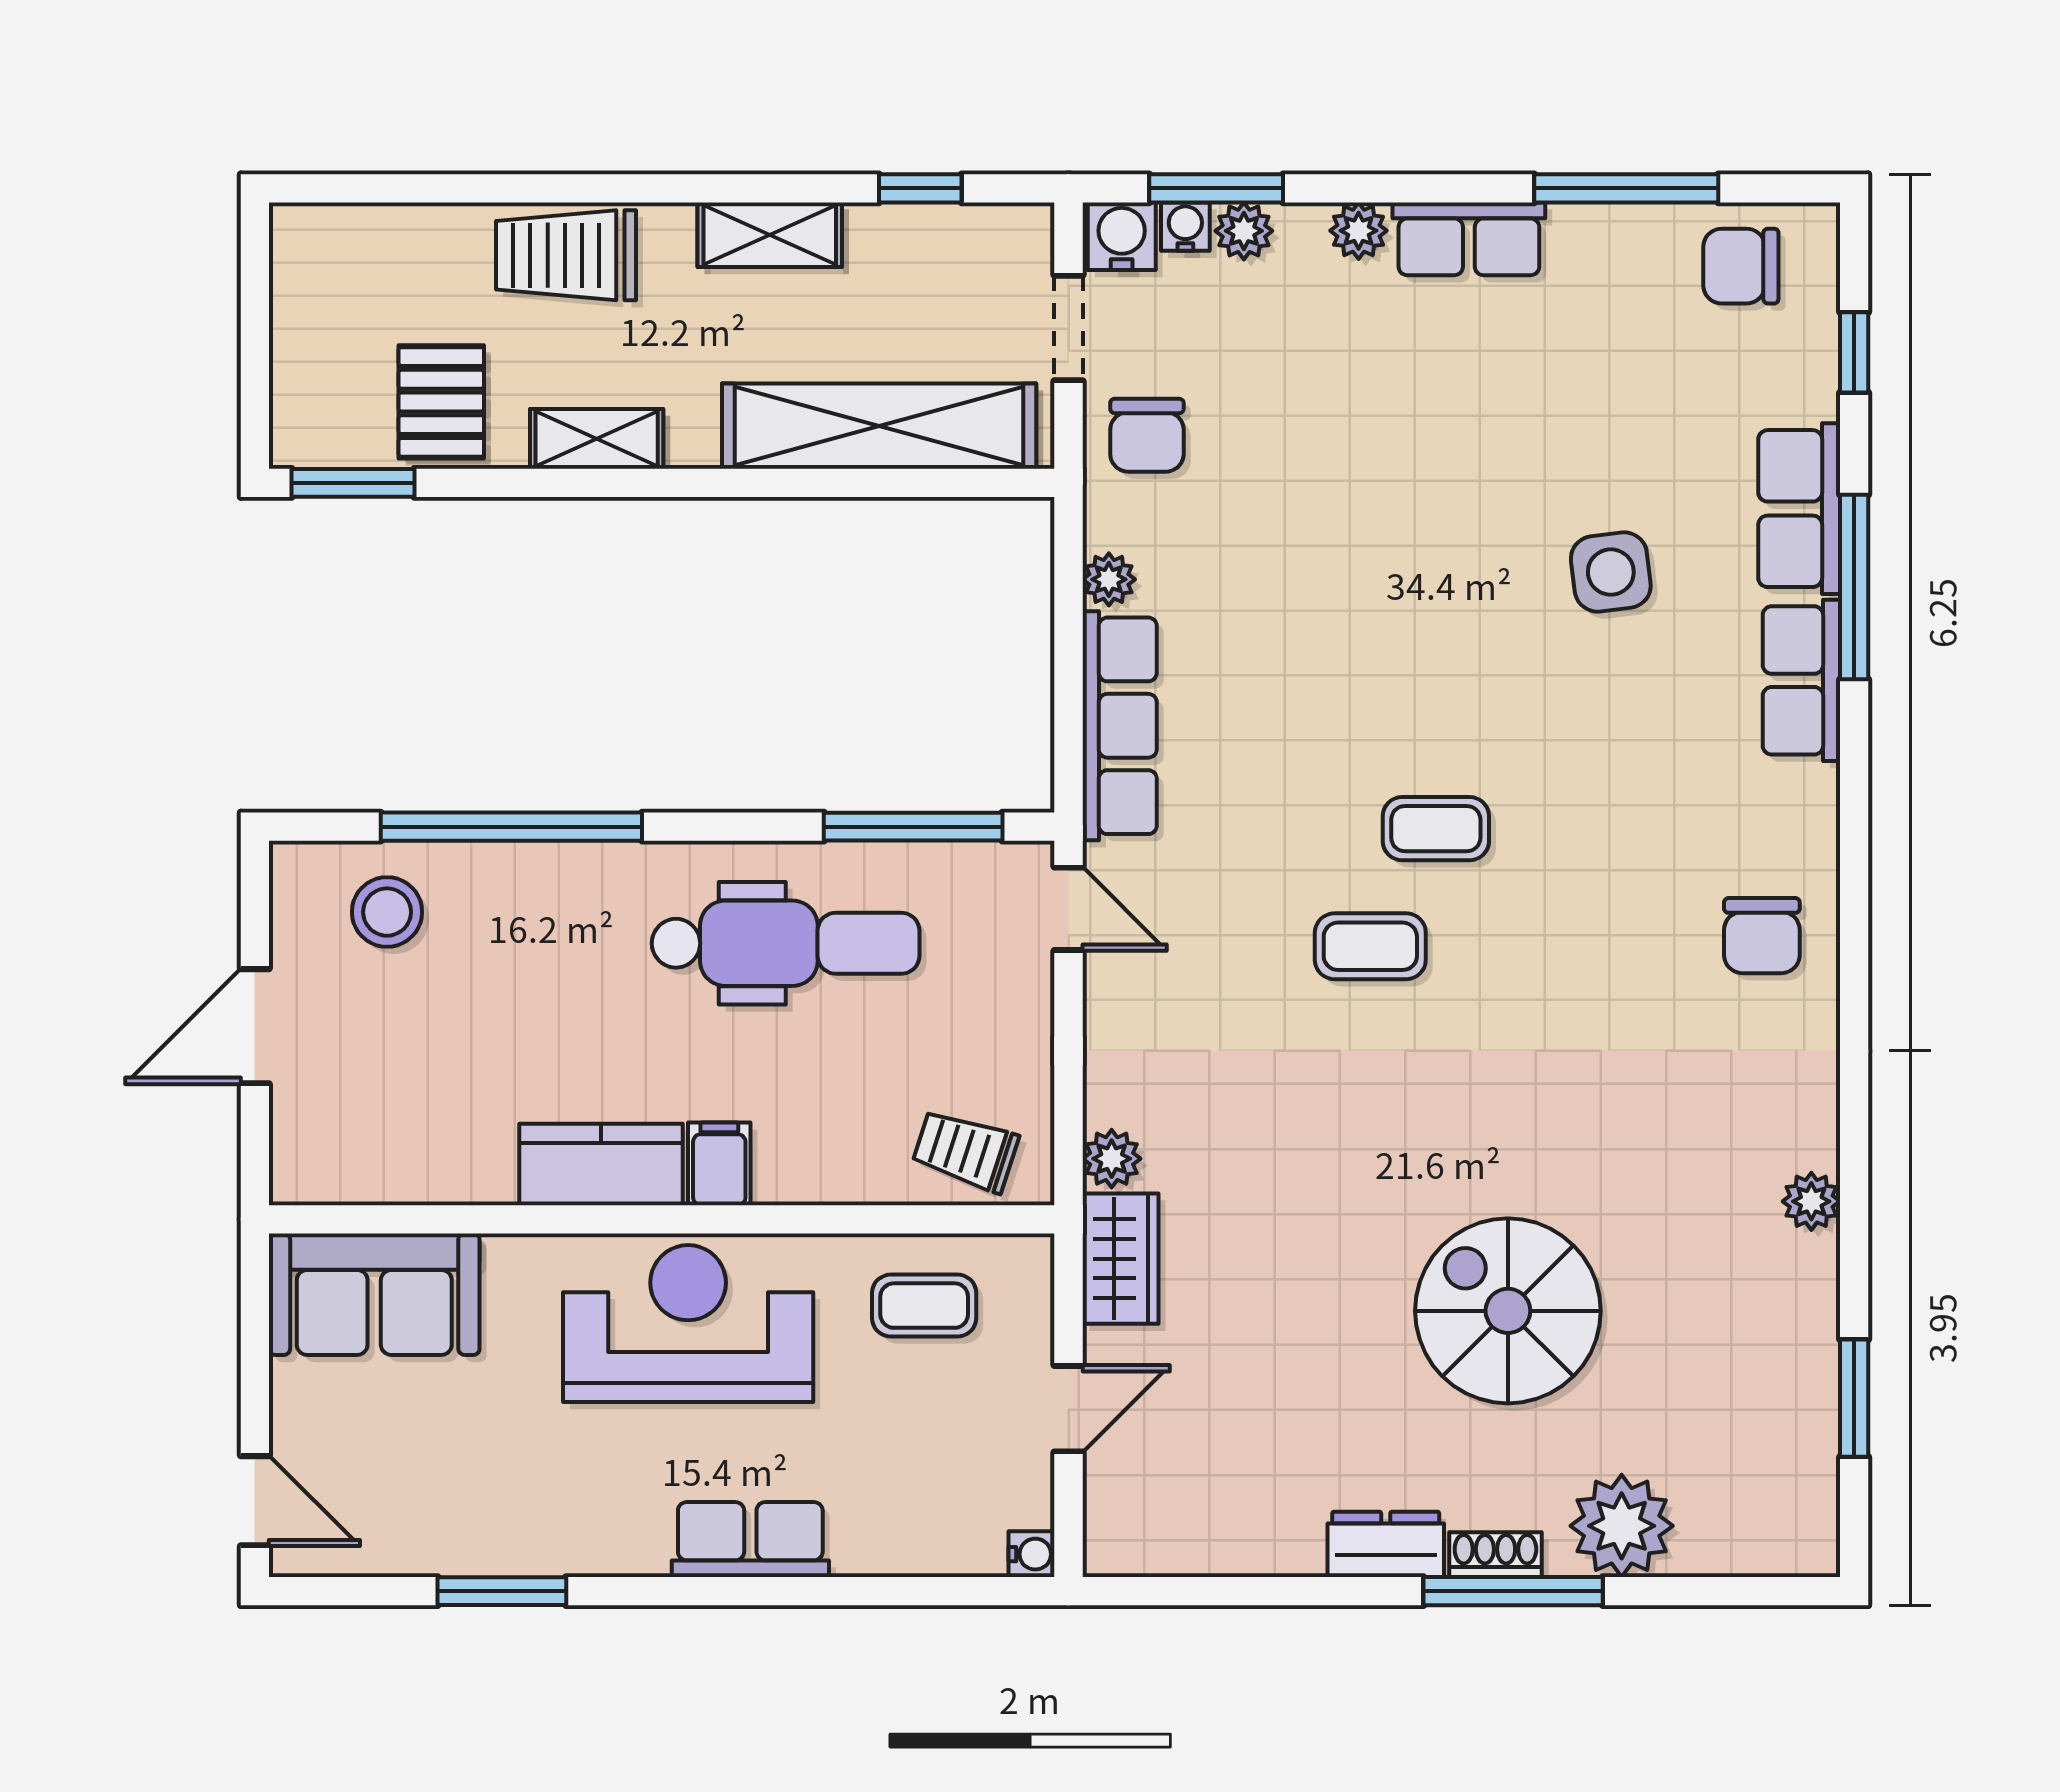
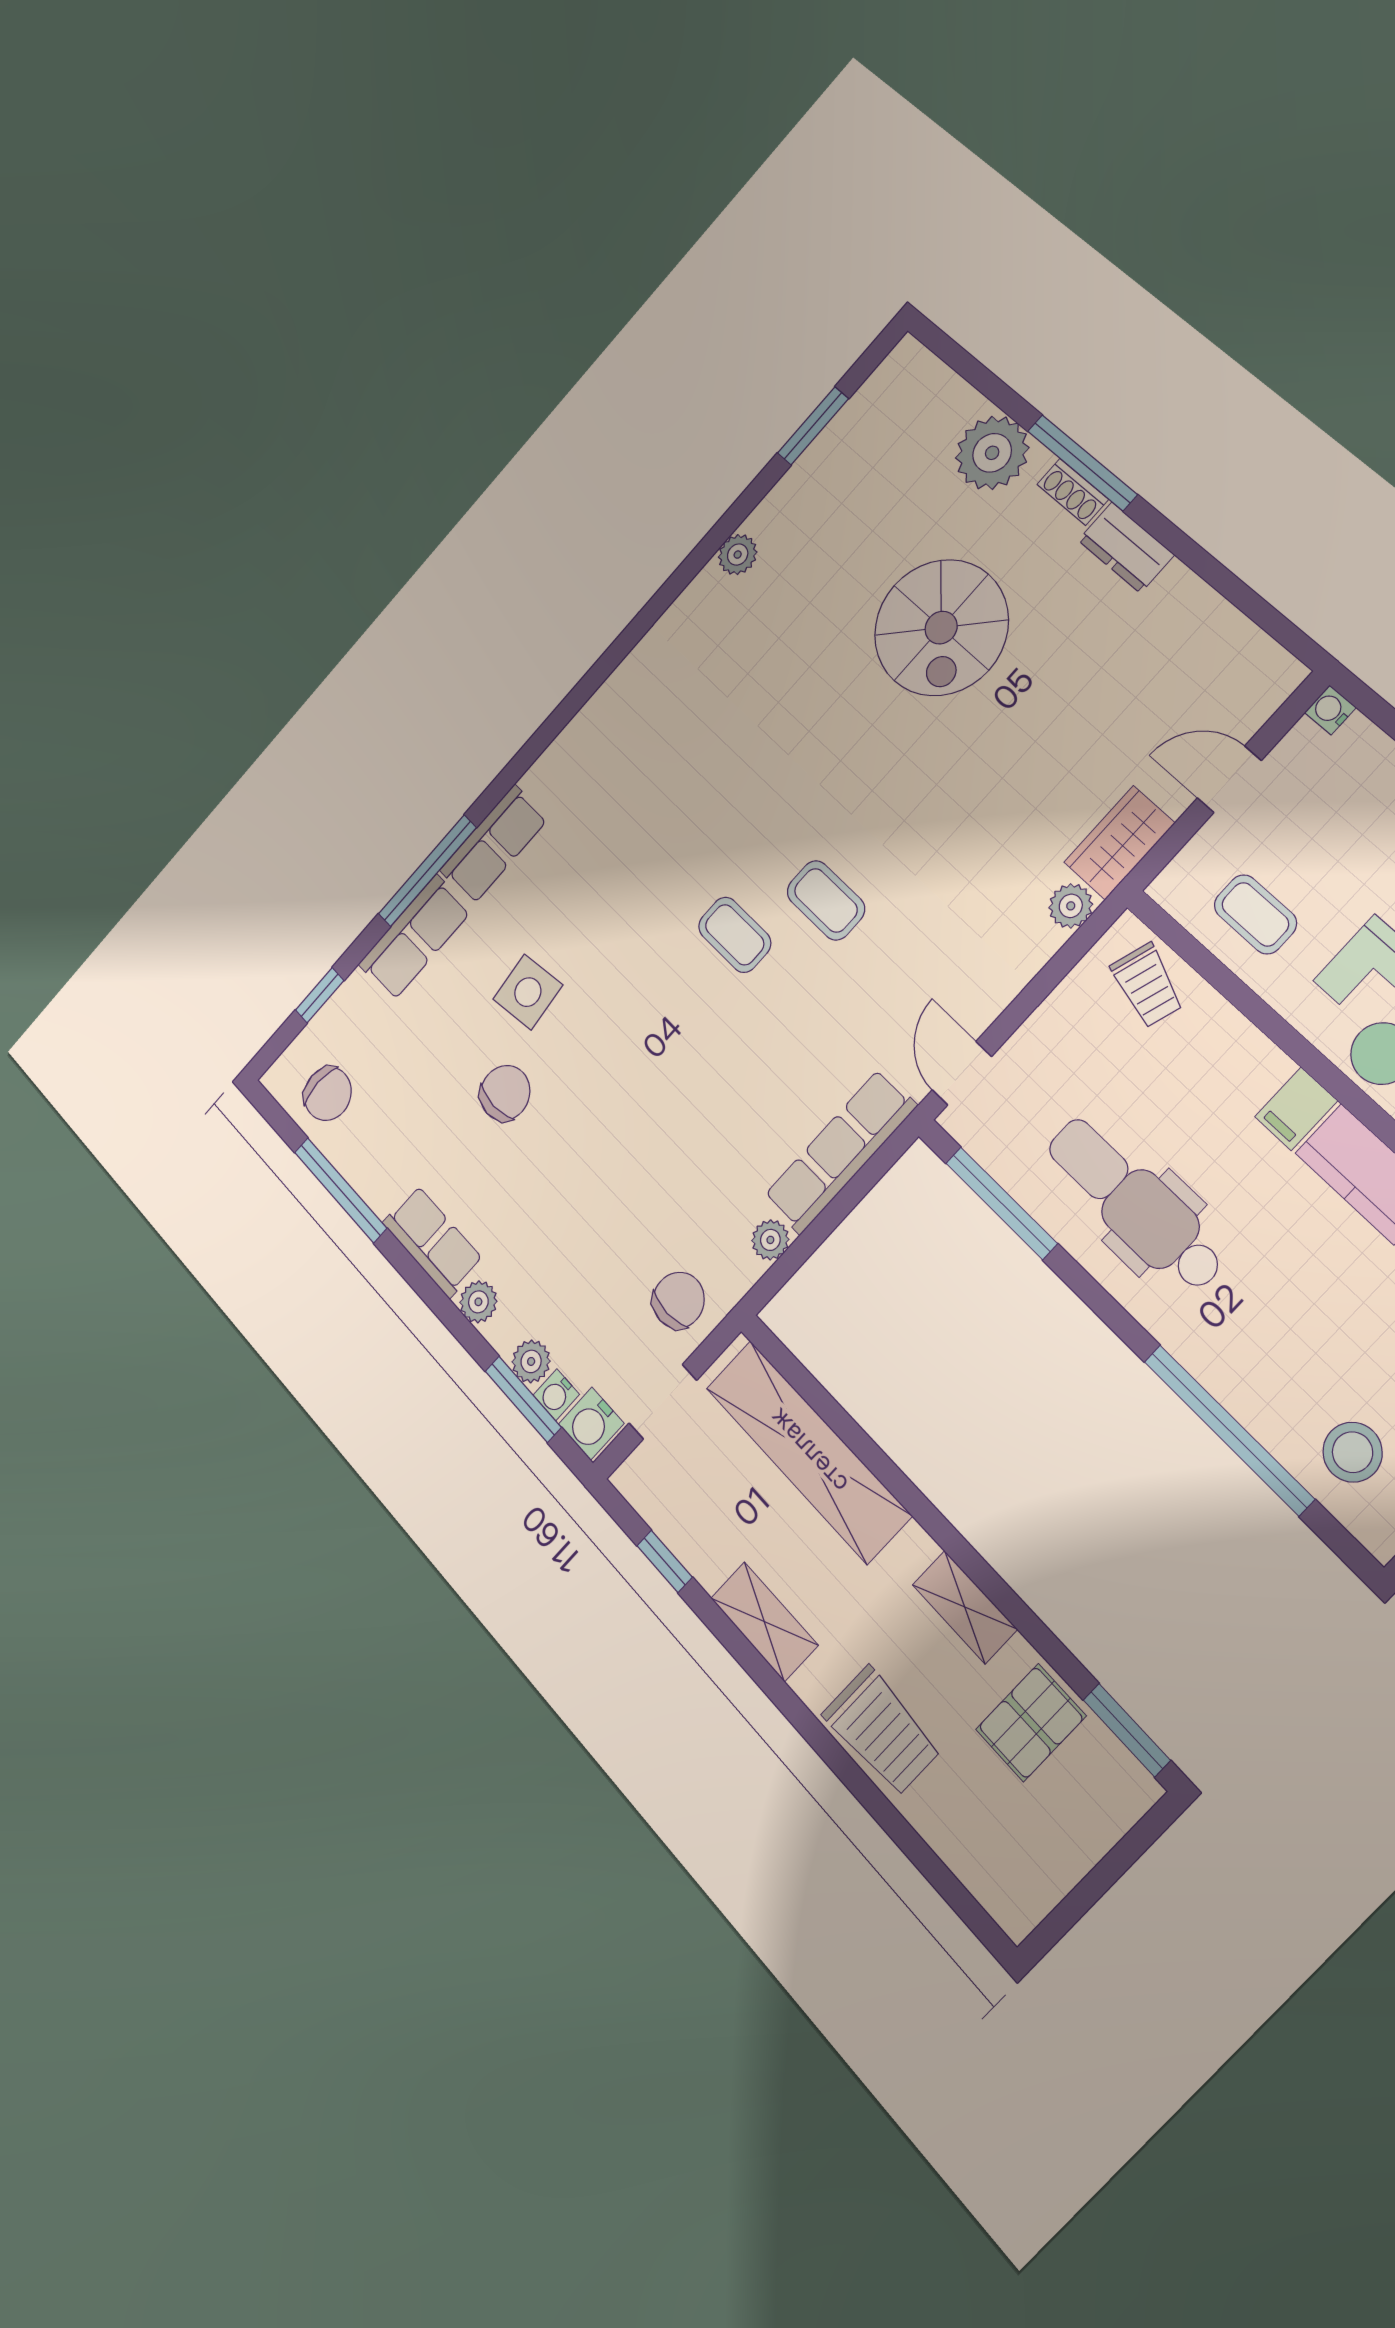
chair: (1762, 936) -> (505, 1093), moved

